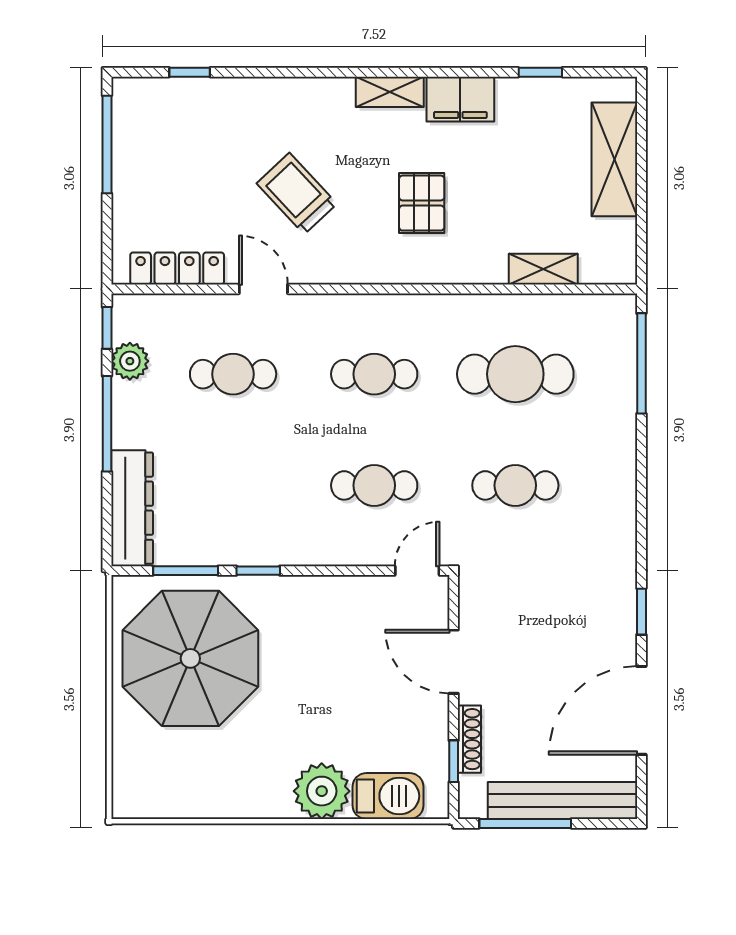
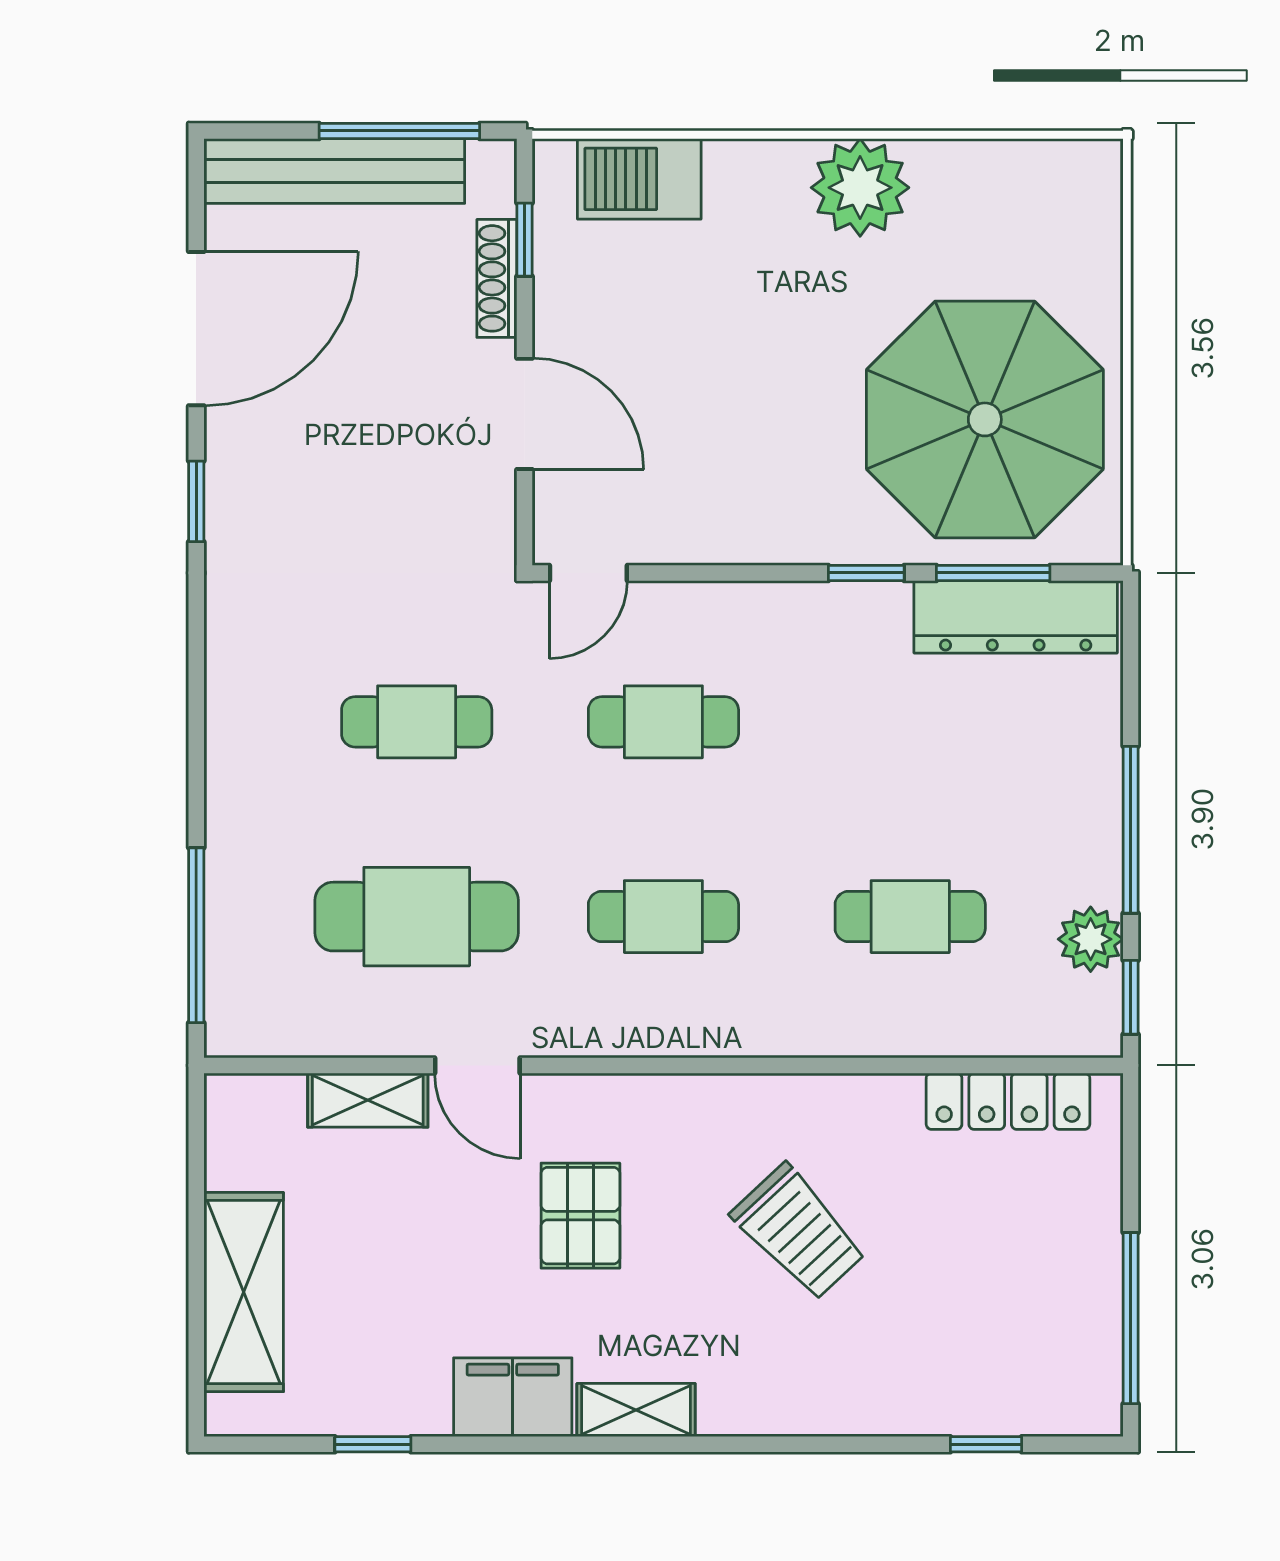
door: (263, 289) -> (477, 1065), moved
dresser: (132, 508) -> (1016, 617), moved, turned -90
plant: (322, 791) -> (860, 188), moved

